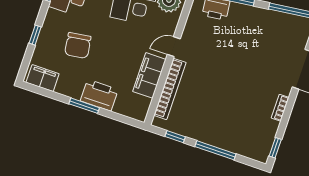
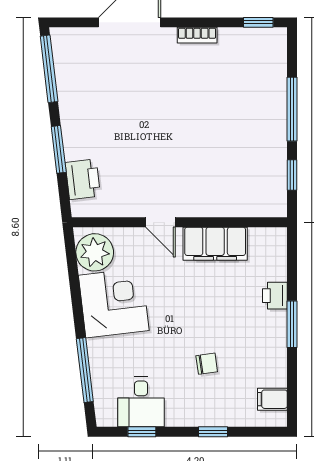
chair: (78, 45) -> (207, 364), width x0.54, depth x0.54
filing cabinet: (43, 78) -> (272, 399), width x0.50
bookcase: (170, 89) -> (225, 207), removed
printer: (99, 95) -> (275, 296), width x0.53, depth x0.68

